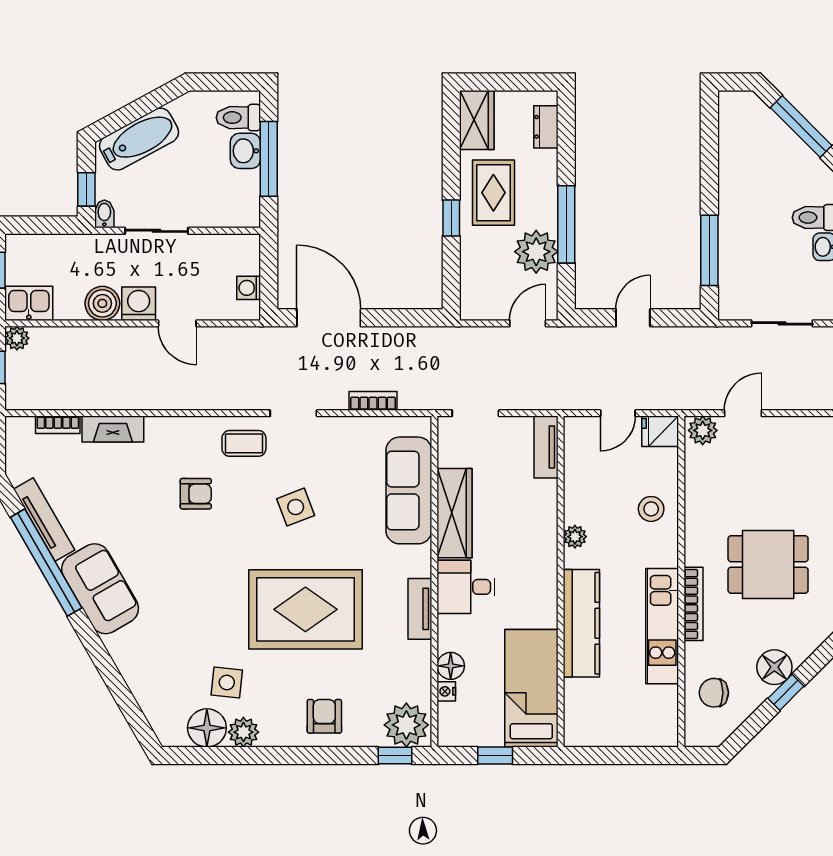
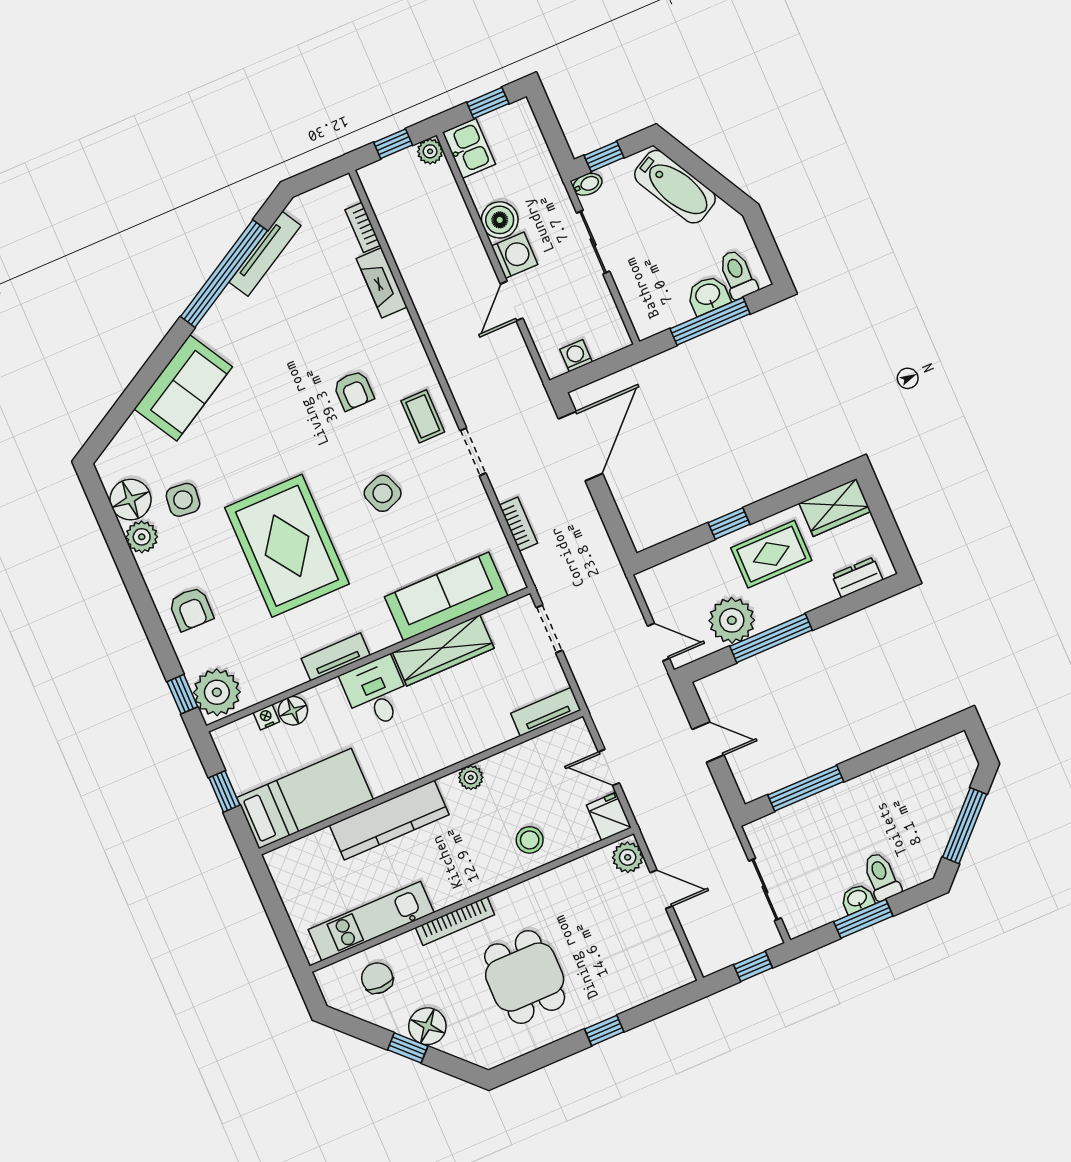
sofa: (100, 589) -> (183, 388), moved
kitchen unit: (662, 626) -> (371, 921), moved
armchair: (324, 716) -> (191, 609), turned 91

